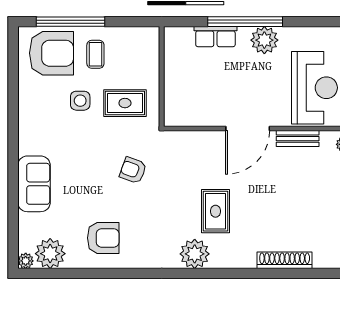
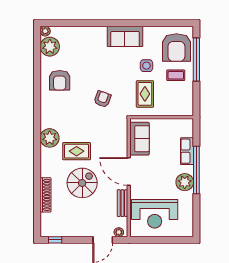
sofa: (196, 112) -> (139, 139), added
sofa: (34, 184) -> (125, 36), moved
spiral stairs: (266, 202) -> (82, 183), added

